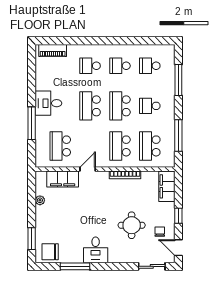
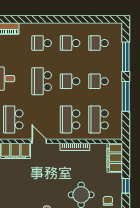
school desk: (120, 106) -> (70, 81), width x0.54
window: (178, 136) -> (126, 96), moved
door: (88, 169) -> (39, 141), hinge flipped

